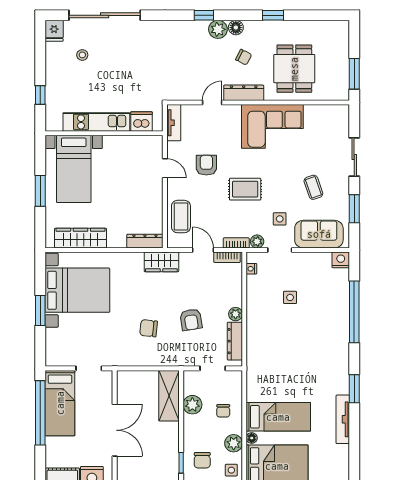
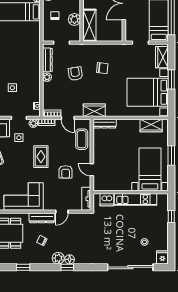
floor lamp: (236, 28) -> (70, 259), moved
rug: (245, 189) -> (41, 157), turned 90
wardrobe: (81, 238) -> (151, 125), width x0.67
wardrobe: (55, 346) -> (162, 57), added

